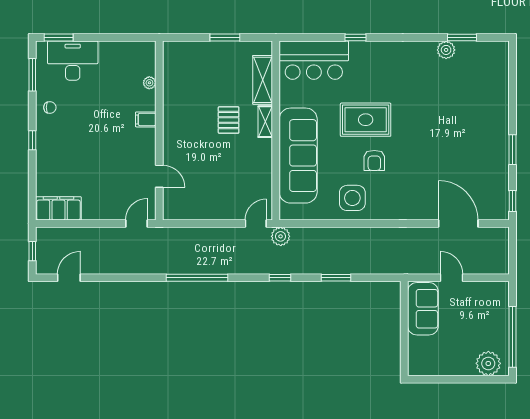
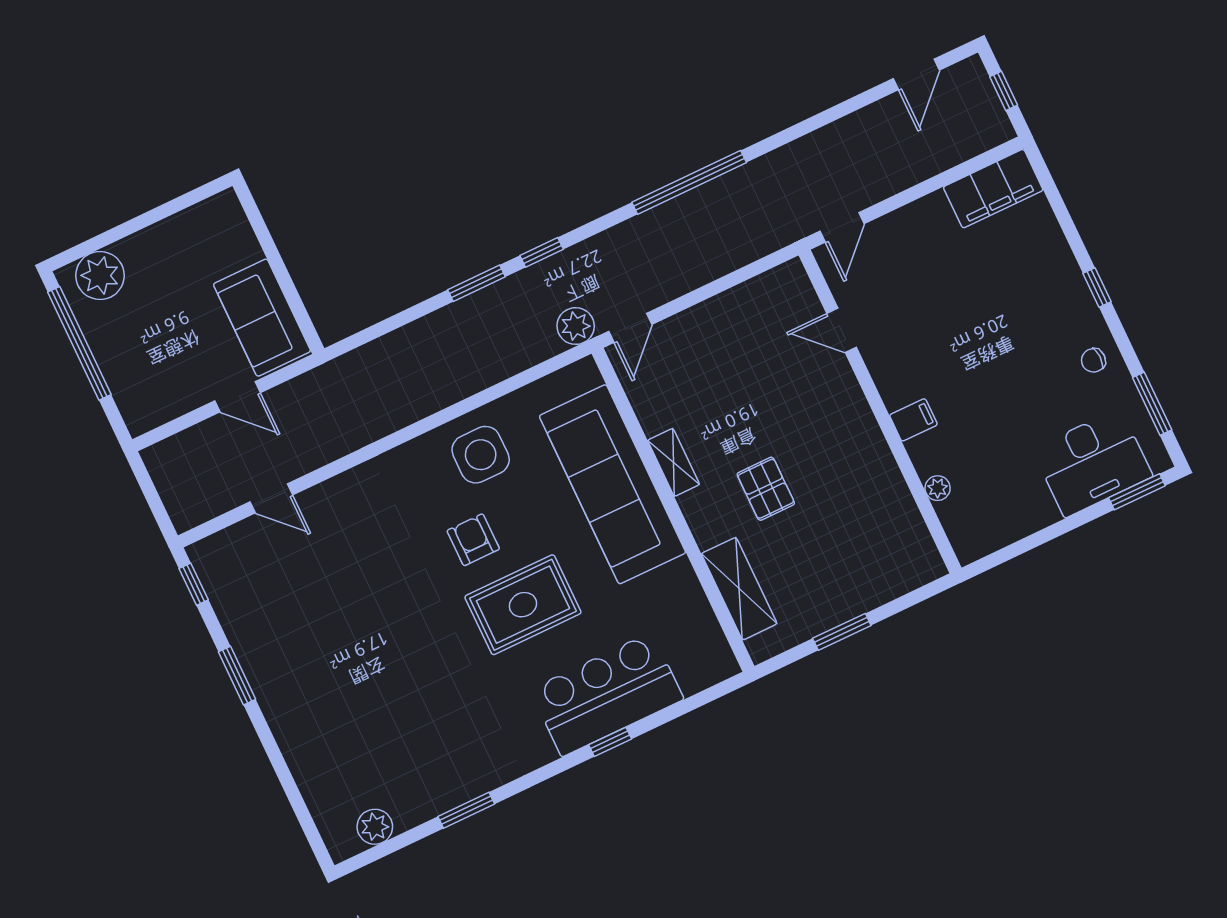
window: (462, 38) -> (466, 810), moved
plant: (446, 50) -> (375, 827), moved
bar counter: (314, 60) -> (607, 694), moved
shelving: (265, 122) -> (674, 462), moved
door: (458, 224) -> (271, 498), width x0.53
window: (336, 278) -> (477, 283), moved

